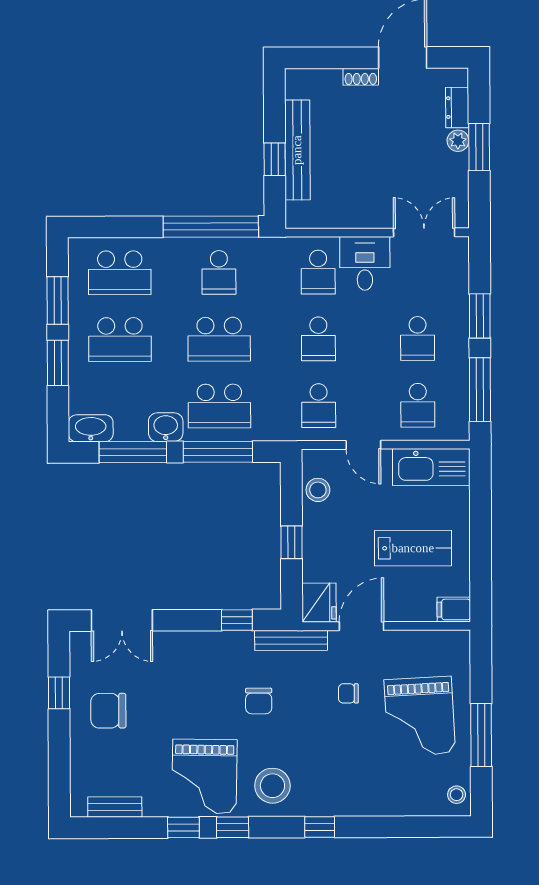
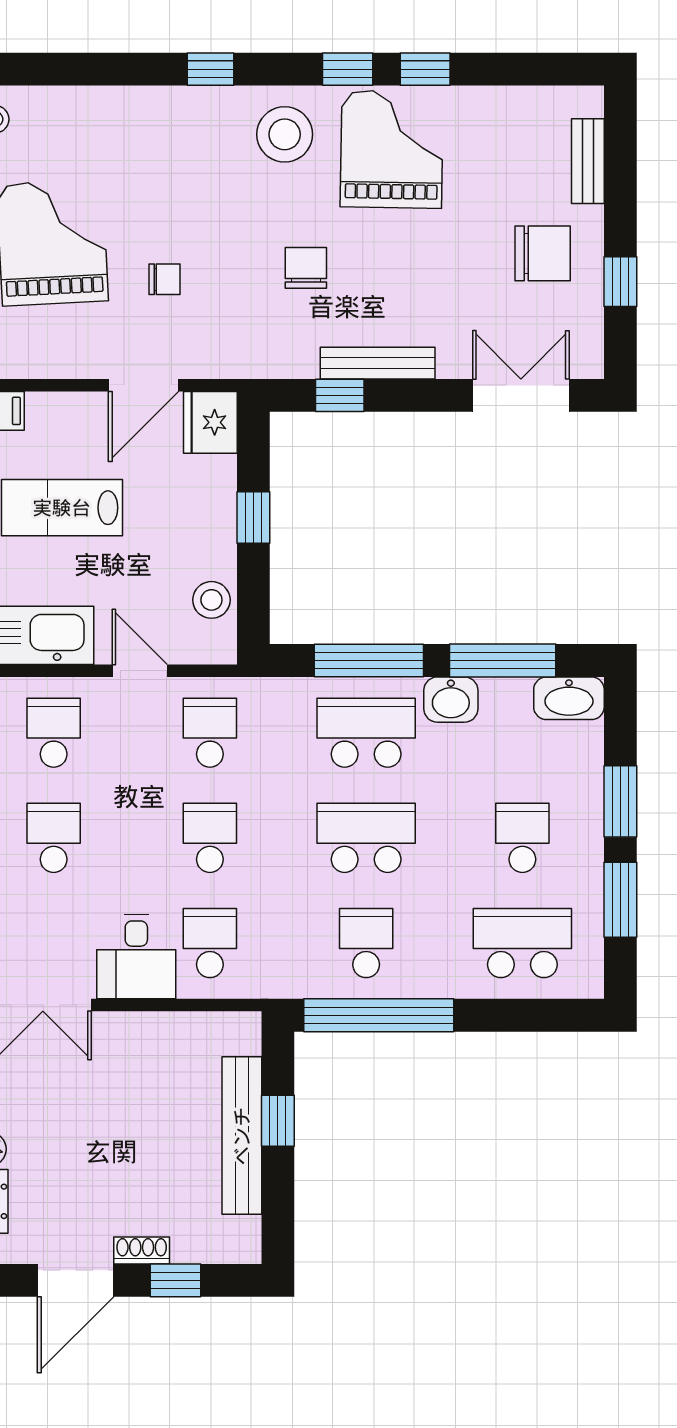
window: (339, 58) -> (176, 1280), added
school desk: (120, 340) -> (522, 838), width x0.54
bench: (291, 640) -> (378, 363), moved
bench: (115, 807) -> (588, 161), moved, turned 90

